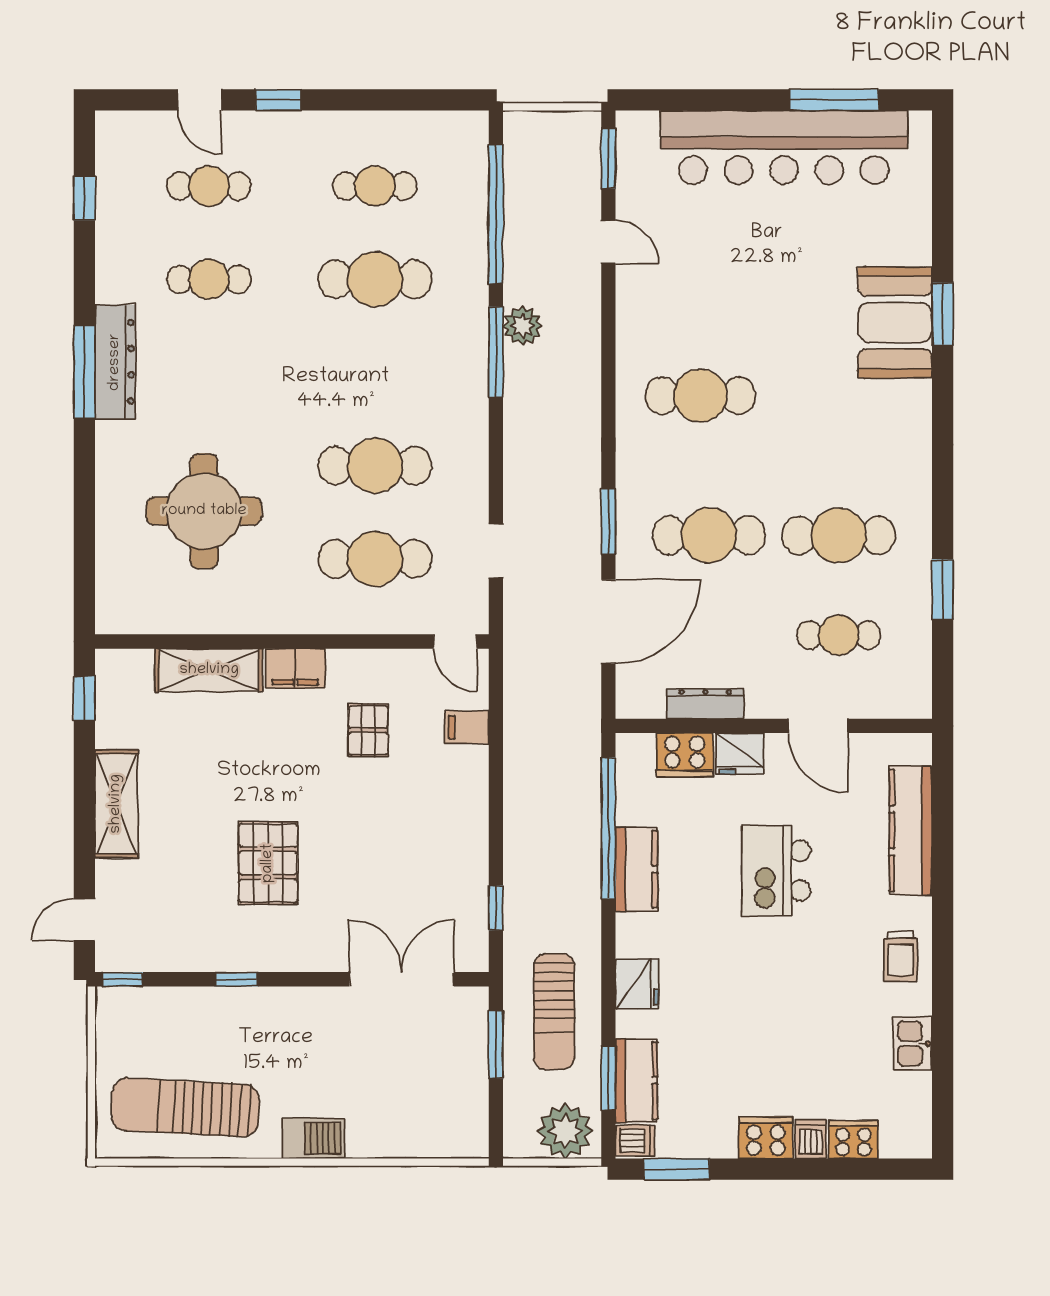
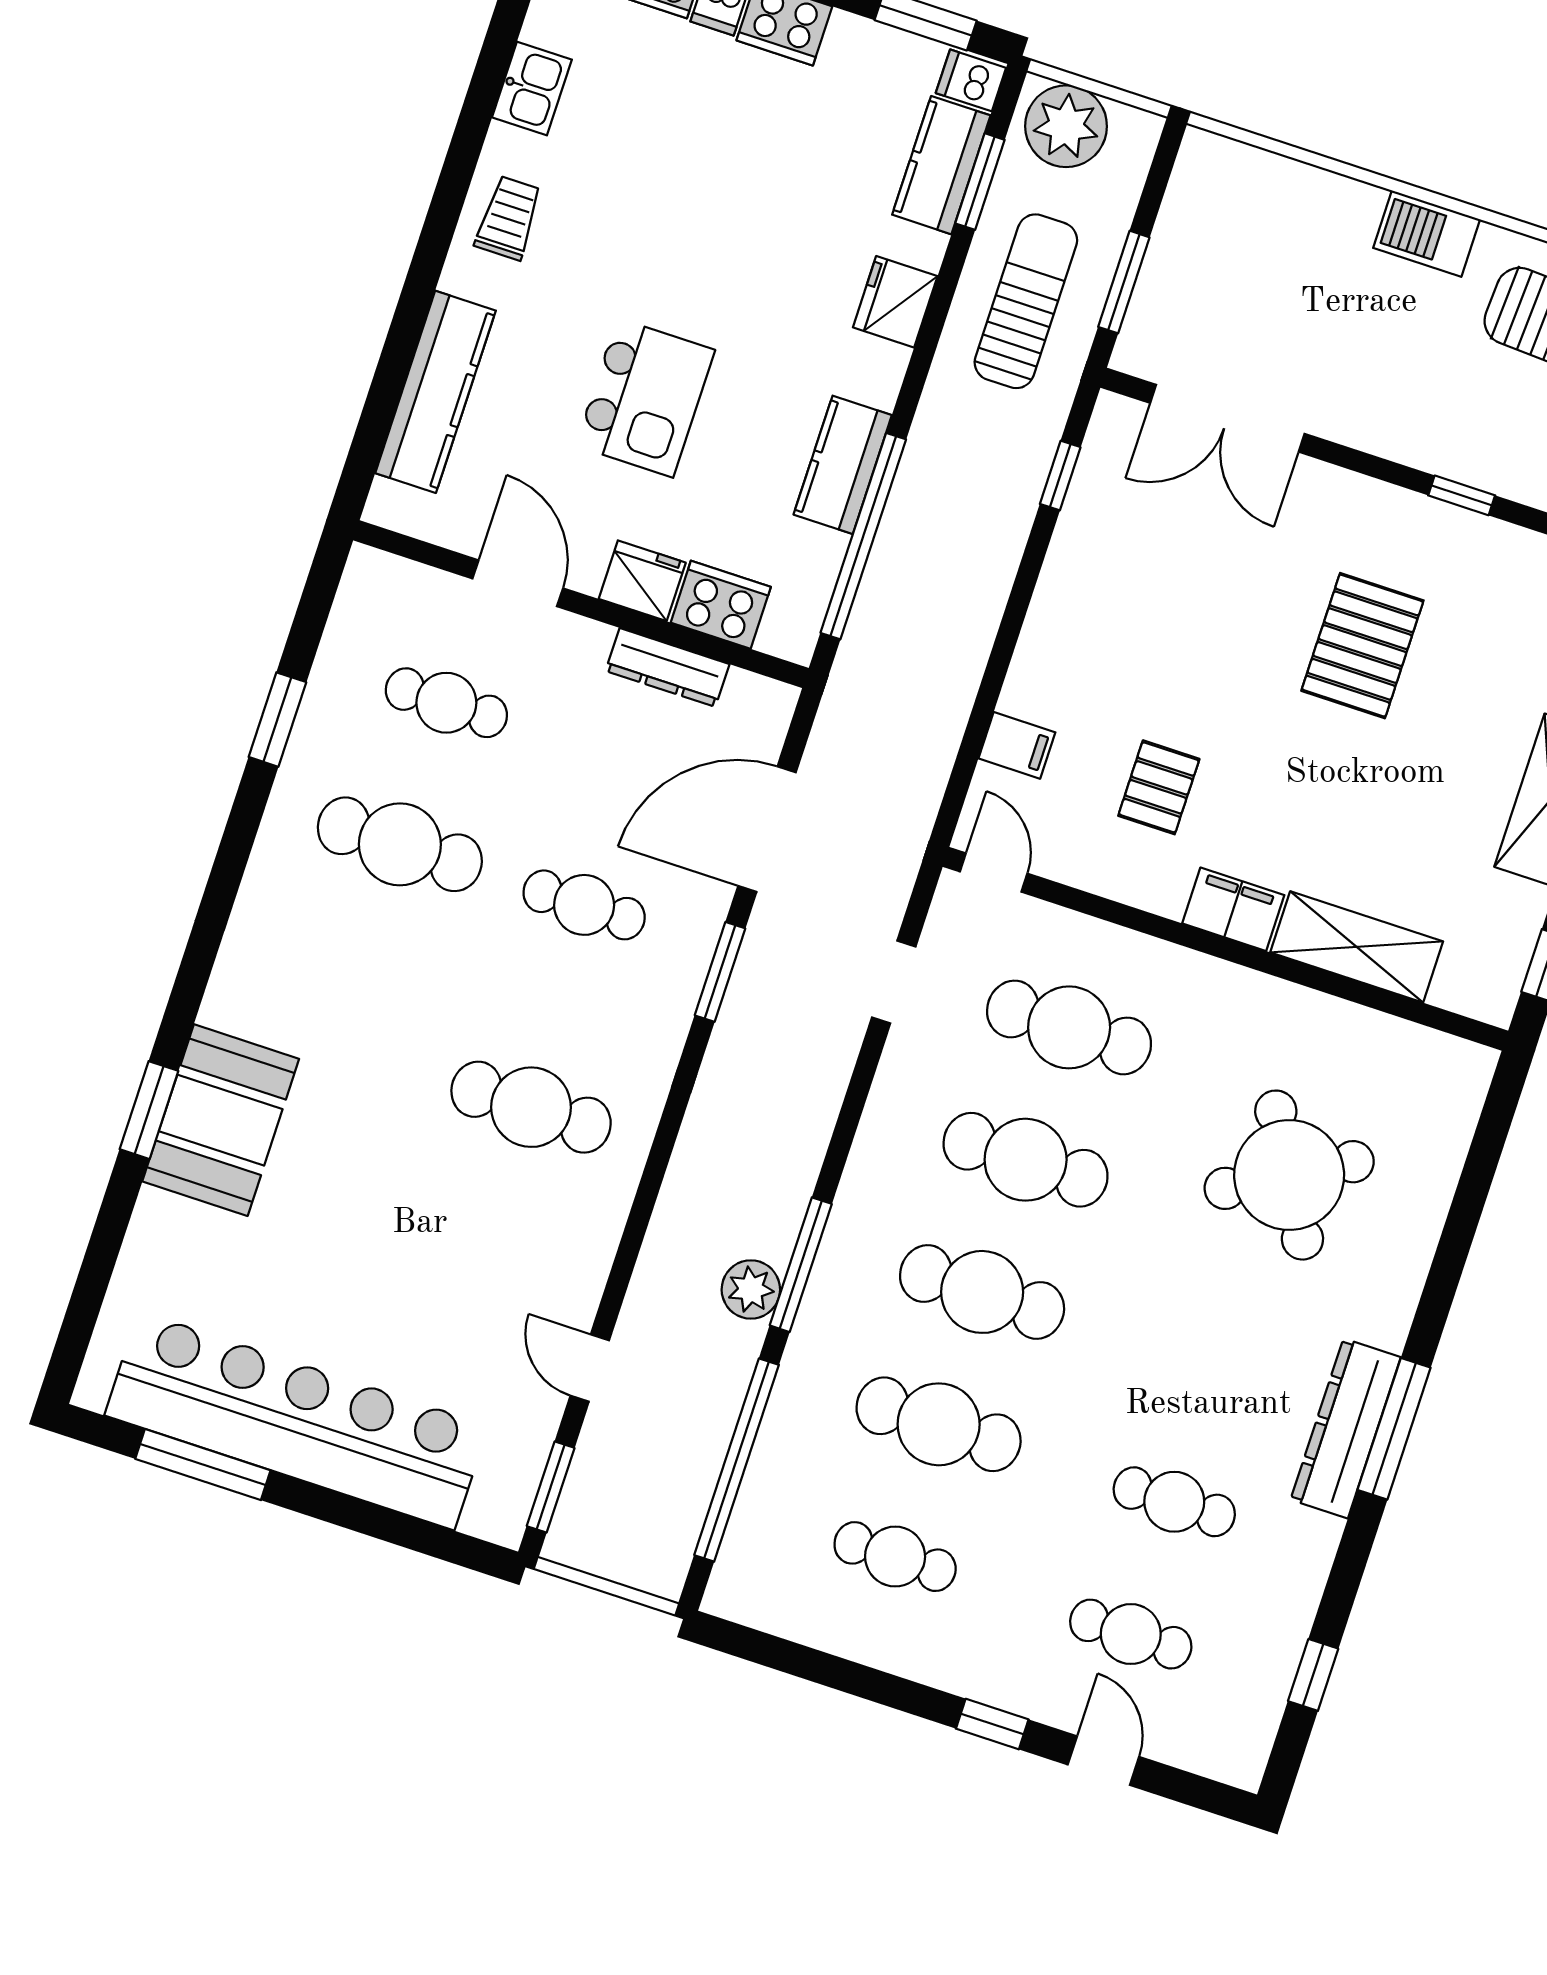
cafe table: (375, 372) -> (982, 1292), added
round table: (204, 511) -> (1289, 1175), turned -30
cafe table: (709, 535) -> (584, 905), width x0.73, depth x0.74

